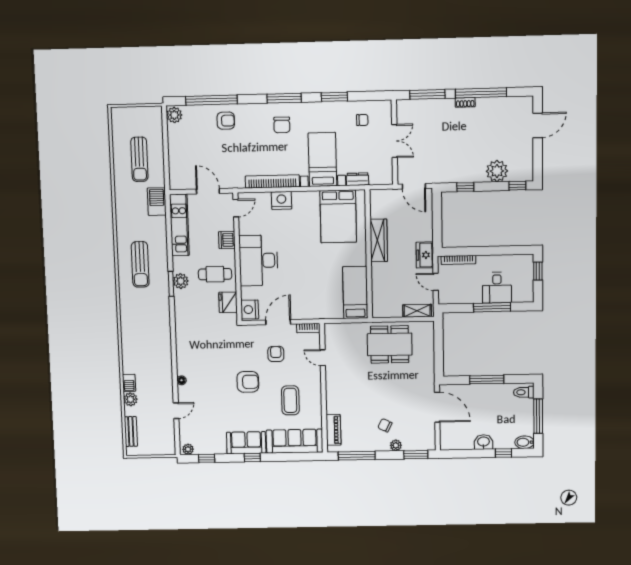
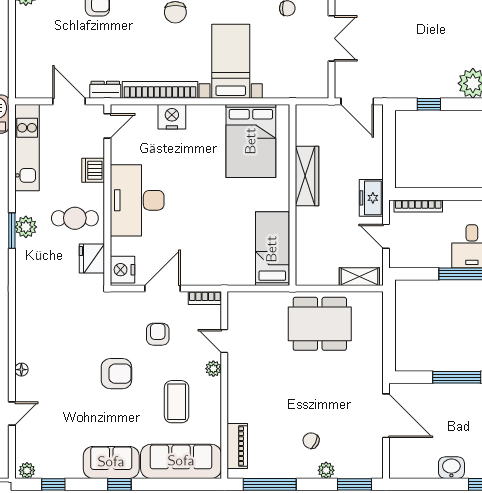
dresser: (358, 179) -> (105, 90), moved
plant: (315, 377) -> (213, 369), added

